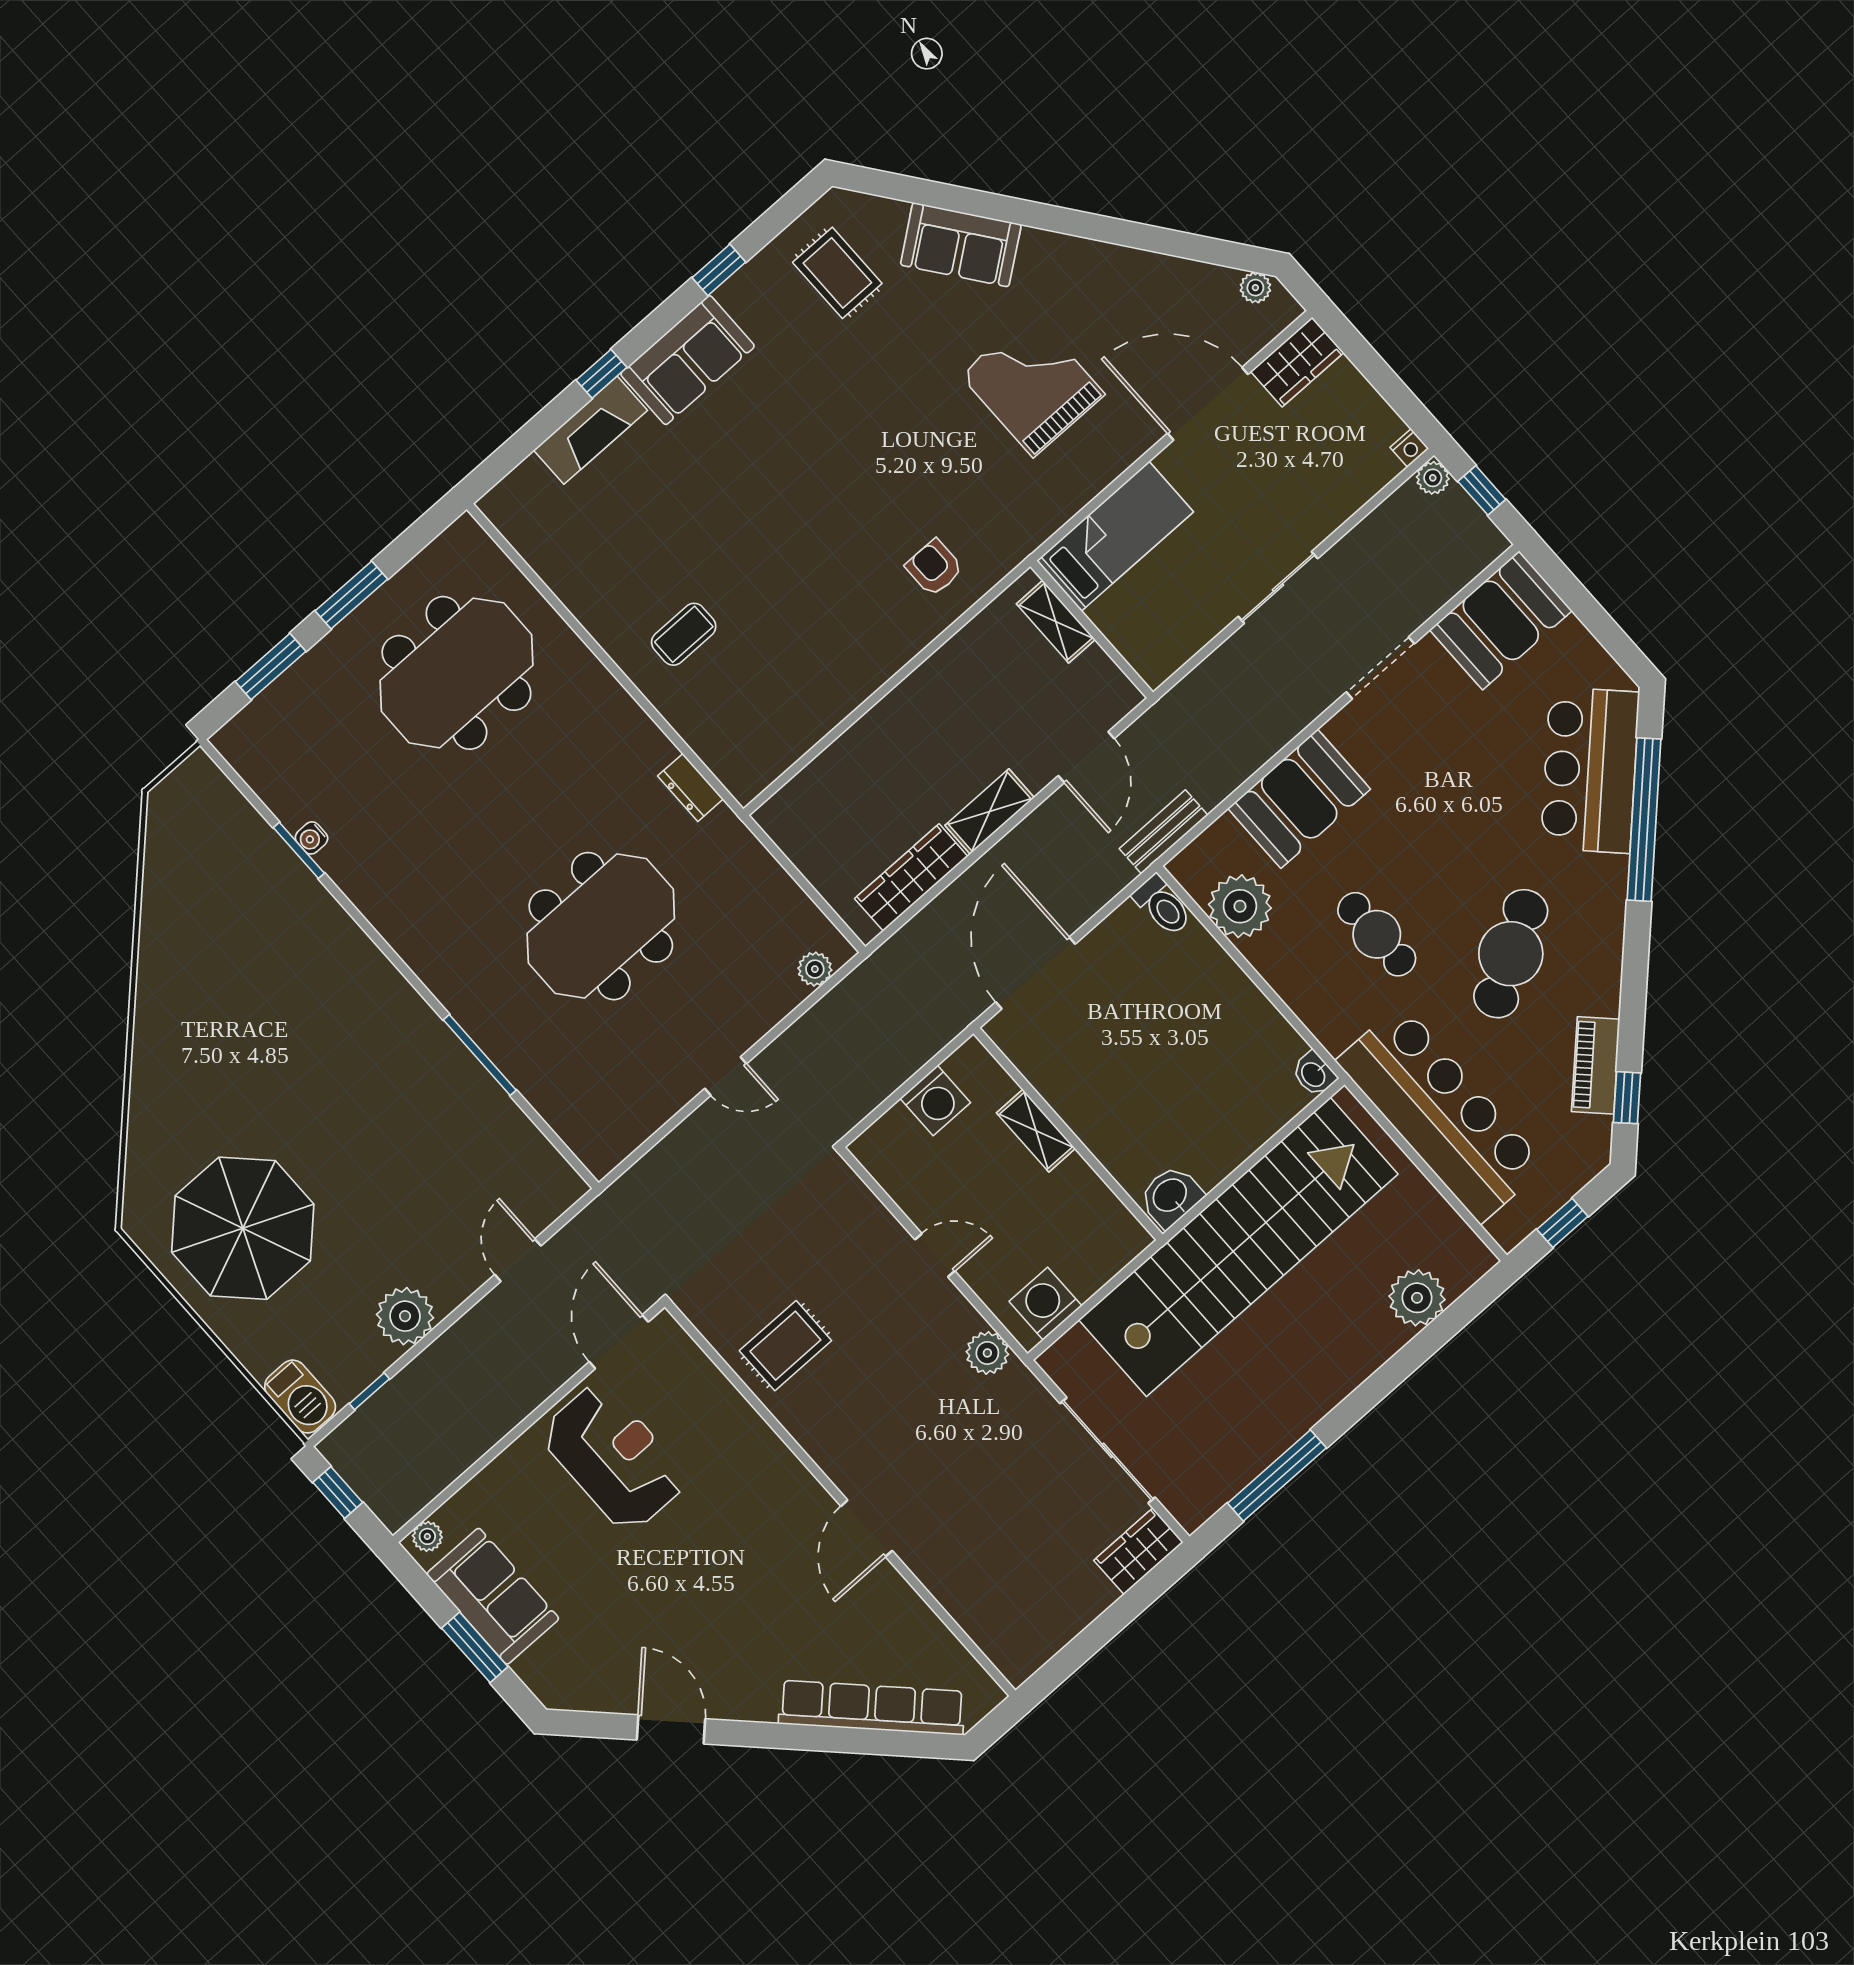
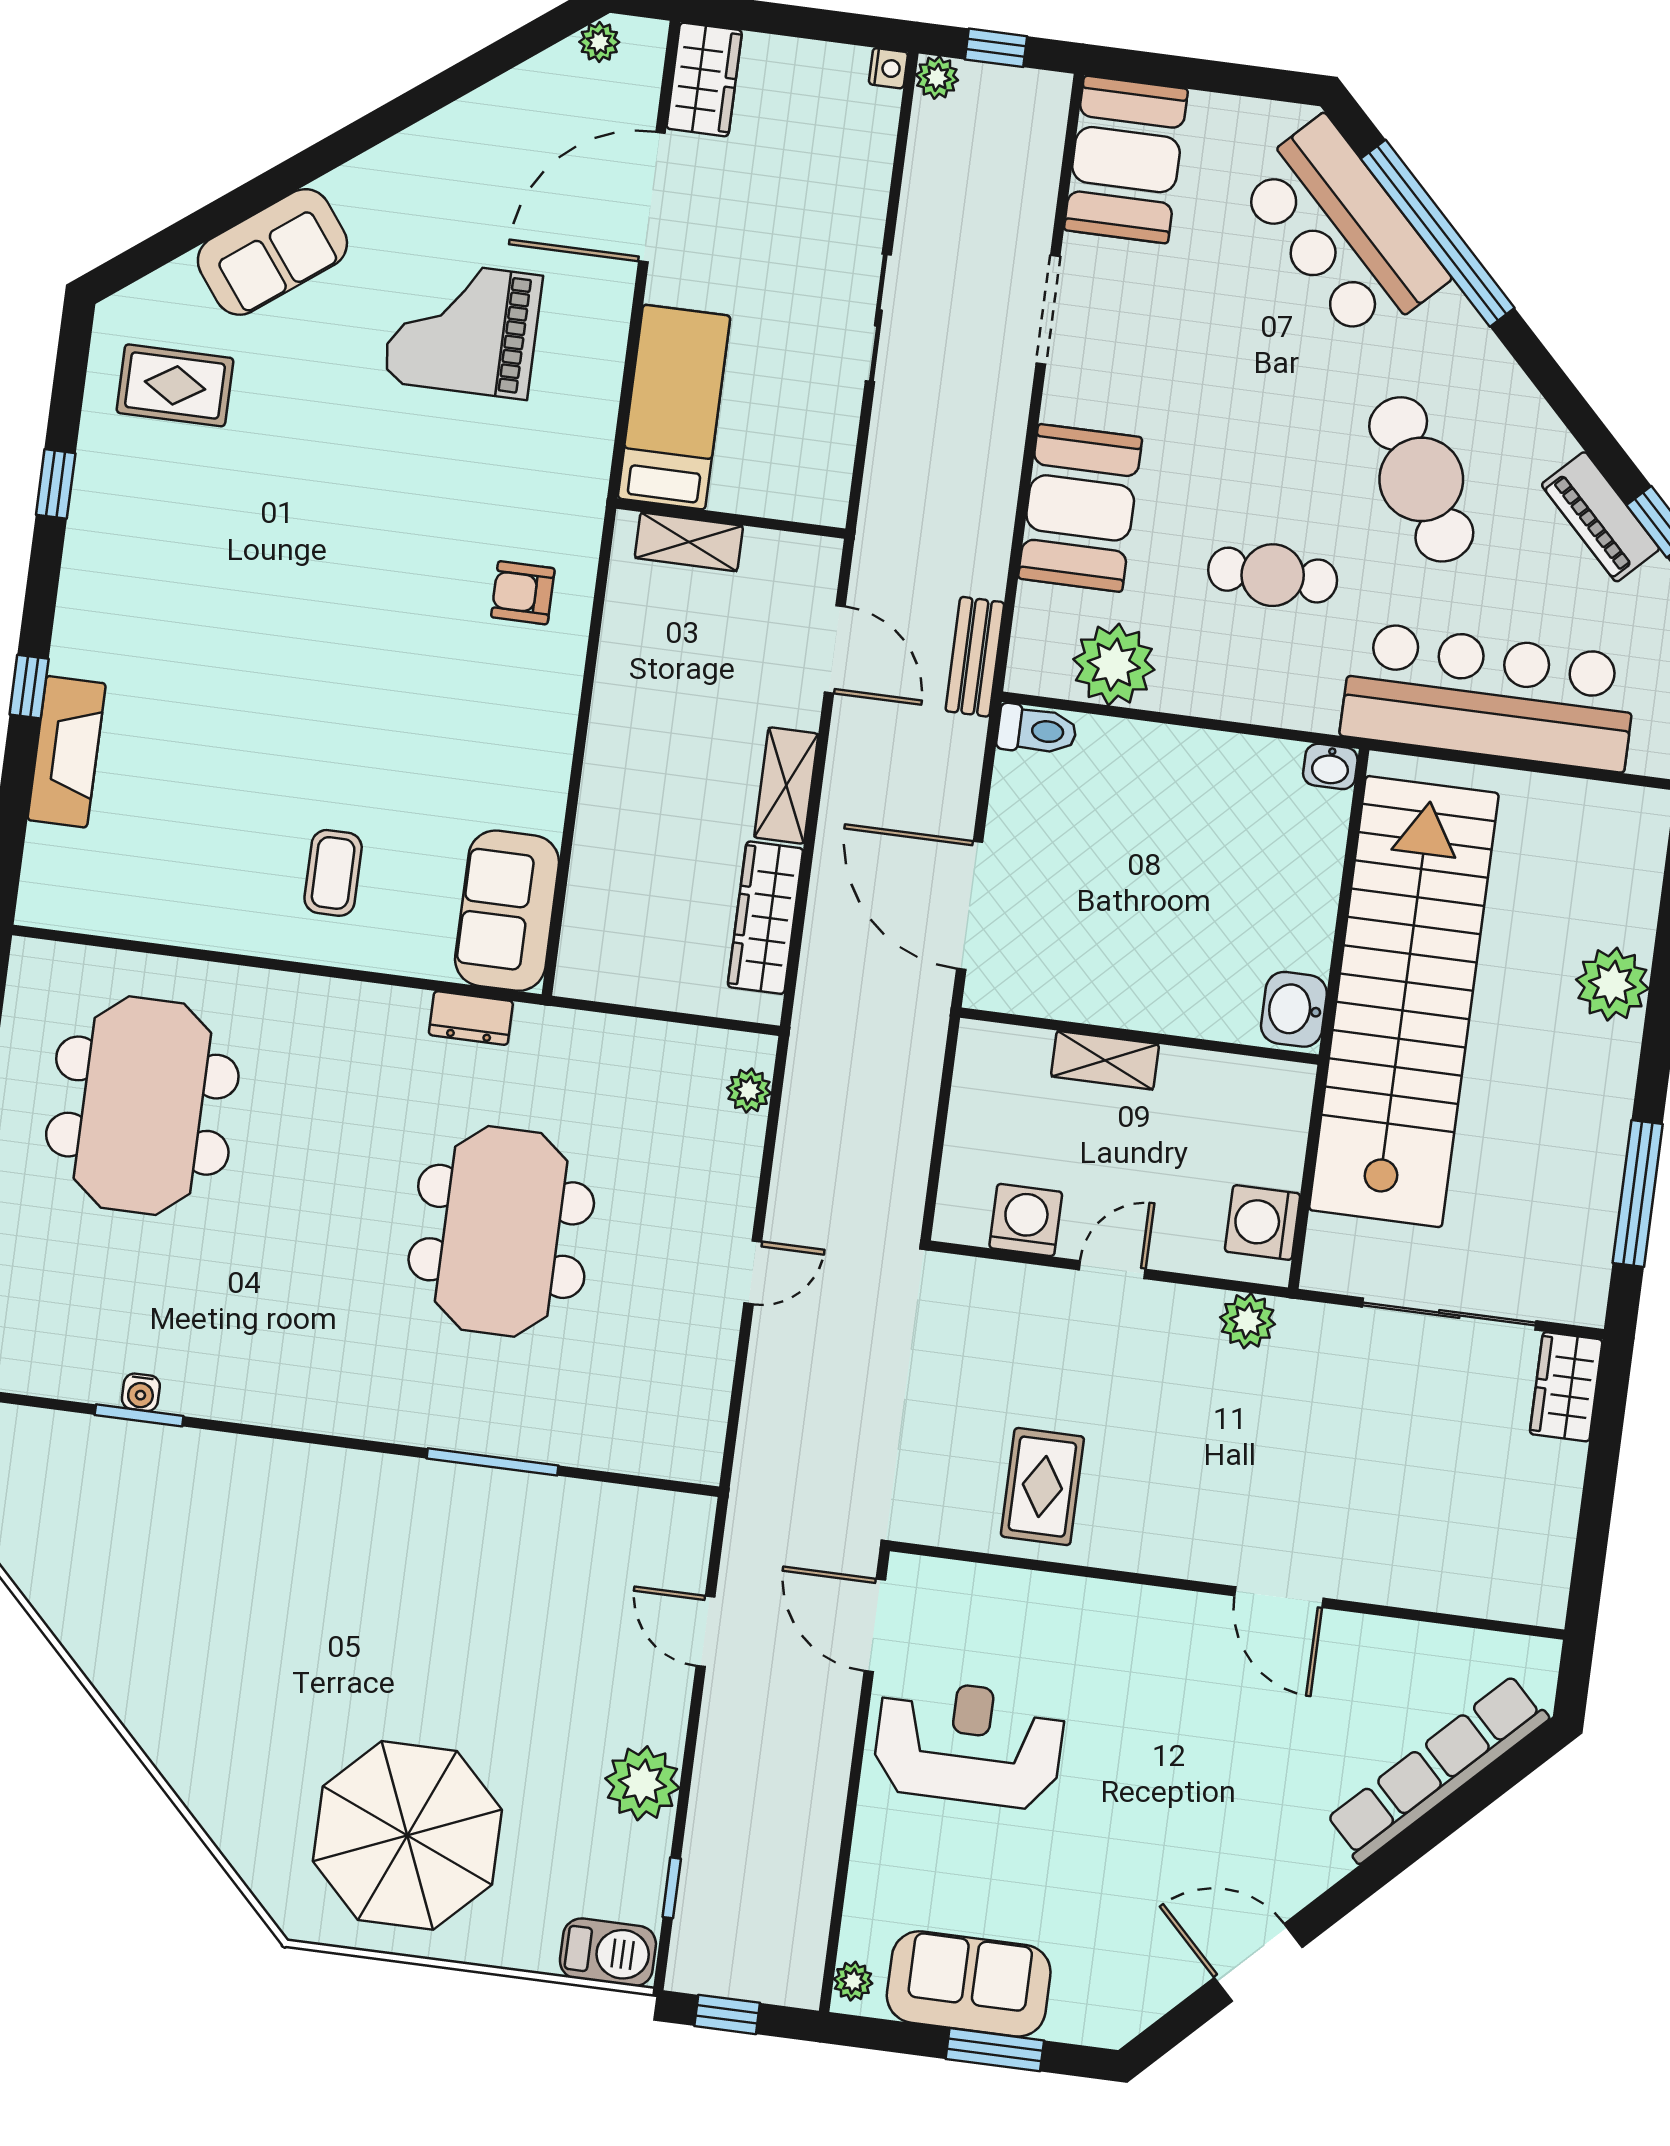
sofa: (688, 360) -> (507, 911), moved, turned 180
washing machine: (935, 1100) -> (1026, 1220), moved, turned -90
plant: (1417, 1298) -> (1612, 984), moved

